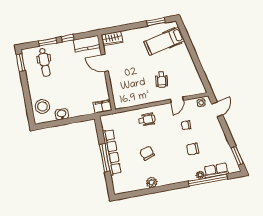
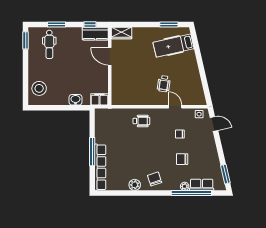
window: (68, 38) -> (90, 25), moved
door: (177, 100) -> (175, 107), swing flipped
door: (217, 110) -> (214, 124), hinge flipped
washbasin: (62, 114) -> (76, 100), moved
row of seats: (112, 152) -> (100, 167), moved
chair: (147, 153) -> (155, 179), moved

